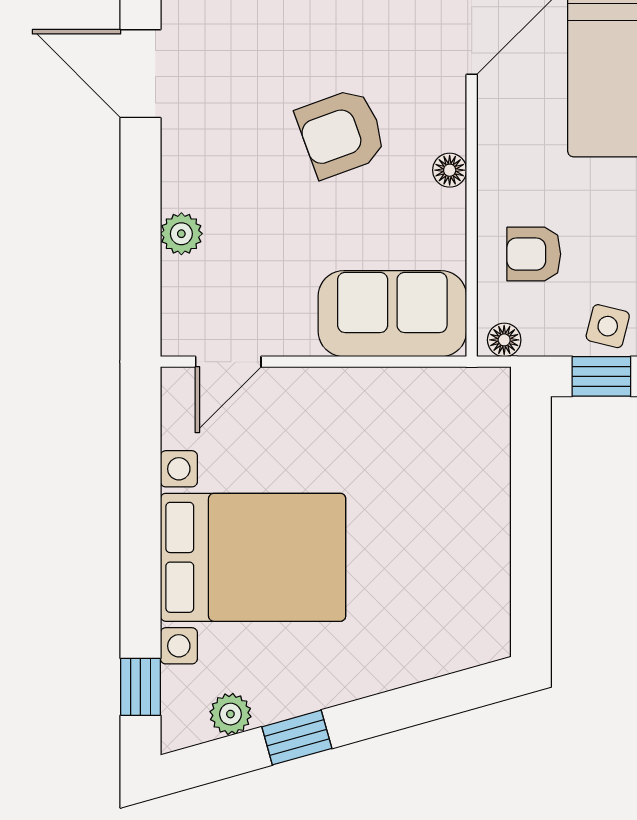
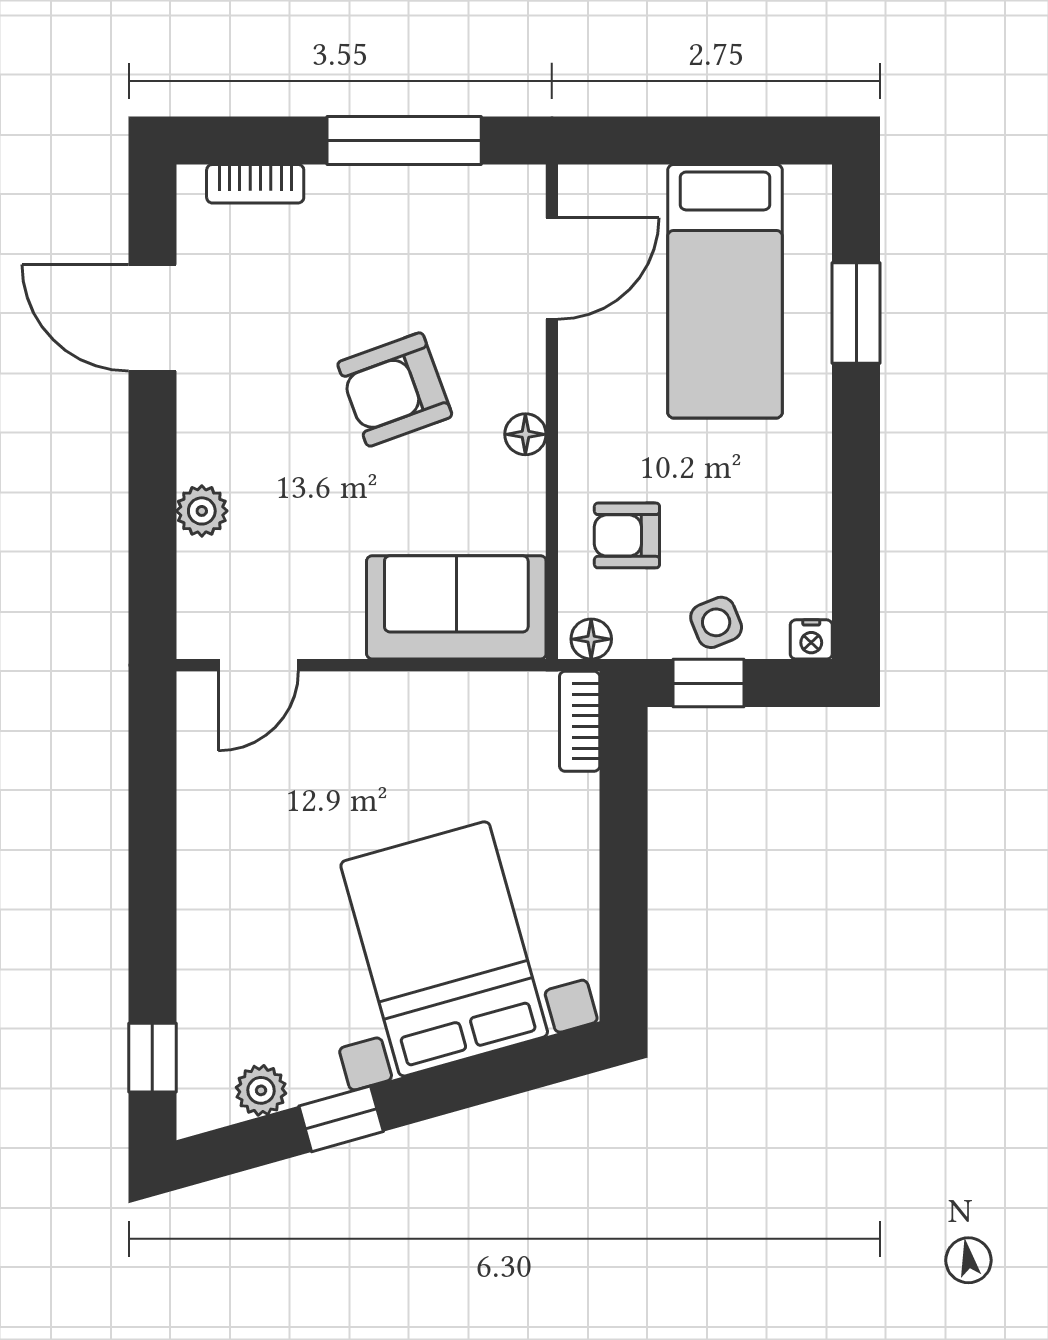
side table: (608, 326) -> (716, 622), turned -36
bookcase: (495, 408) -> (580, 721), added
bed with nightstands: (253, 557) -> (444, 949), moved, turned -106

